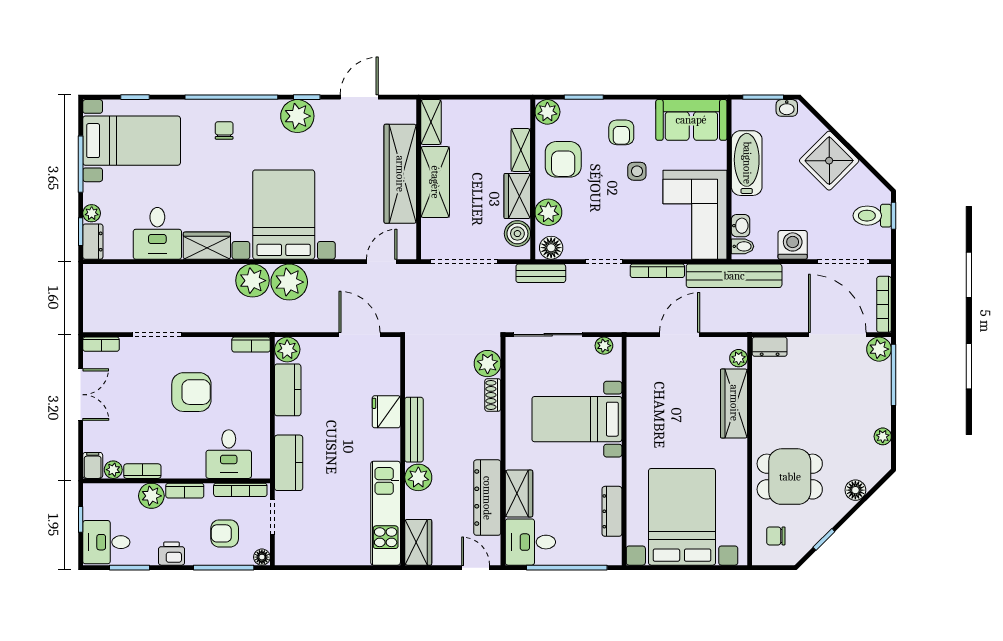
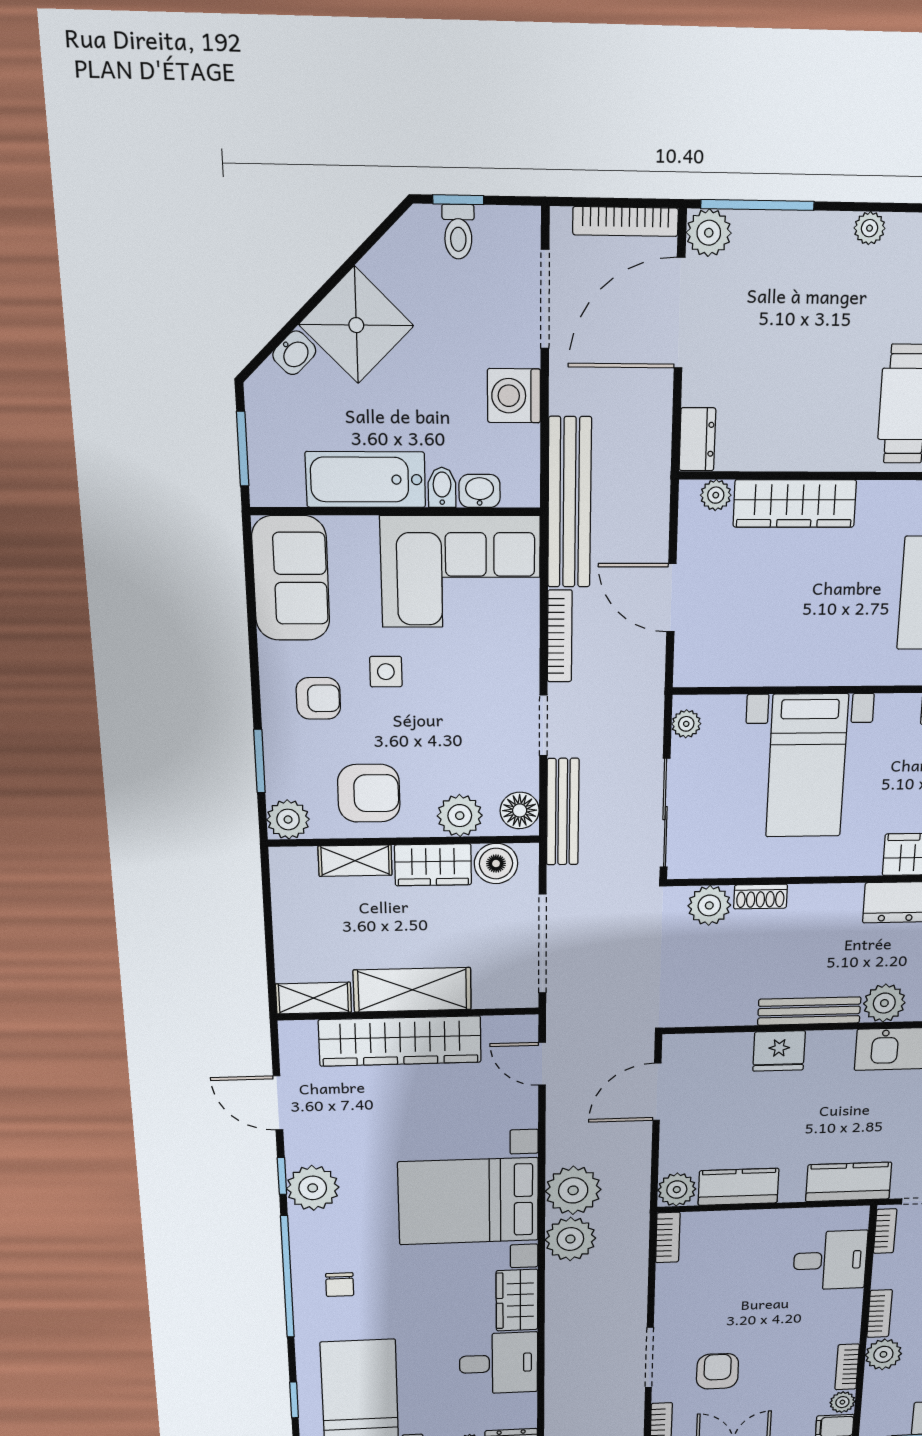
washbasin: (787, 108) -> (294, 353), moved, turned 45
chair: (224, 130) -> (340, 1285), turned -90
toilet: (872, 216) -> (458, 232), width x0.73, depth x0.72
bidet: (742, 246) -> (442, 487), moved
bench: (541, 273) -> (563, 812), width x1.36
armchair: (191, 392) -> (717, 1371), moved, width x0.72, depth x0.72
bookcase: (240, 490) -> (885, 1231), width x0.64

